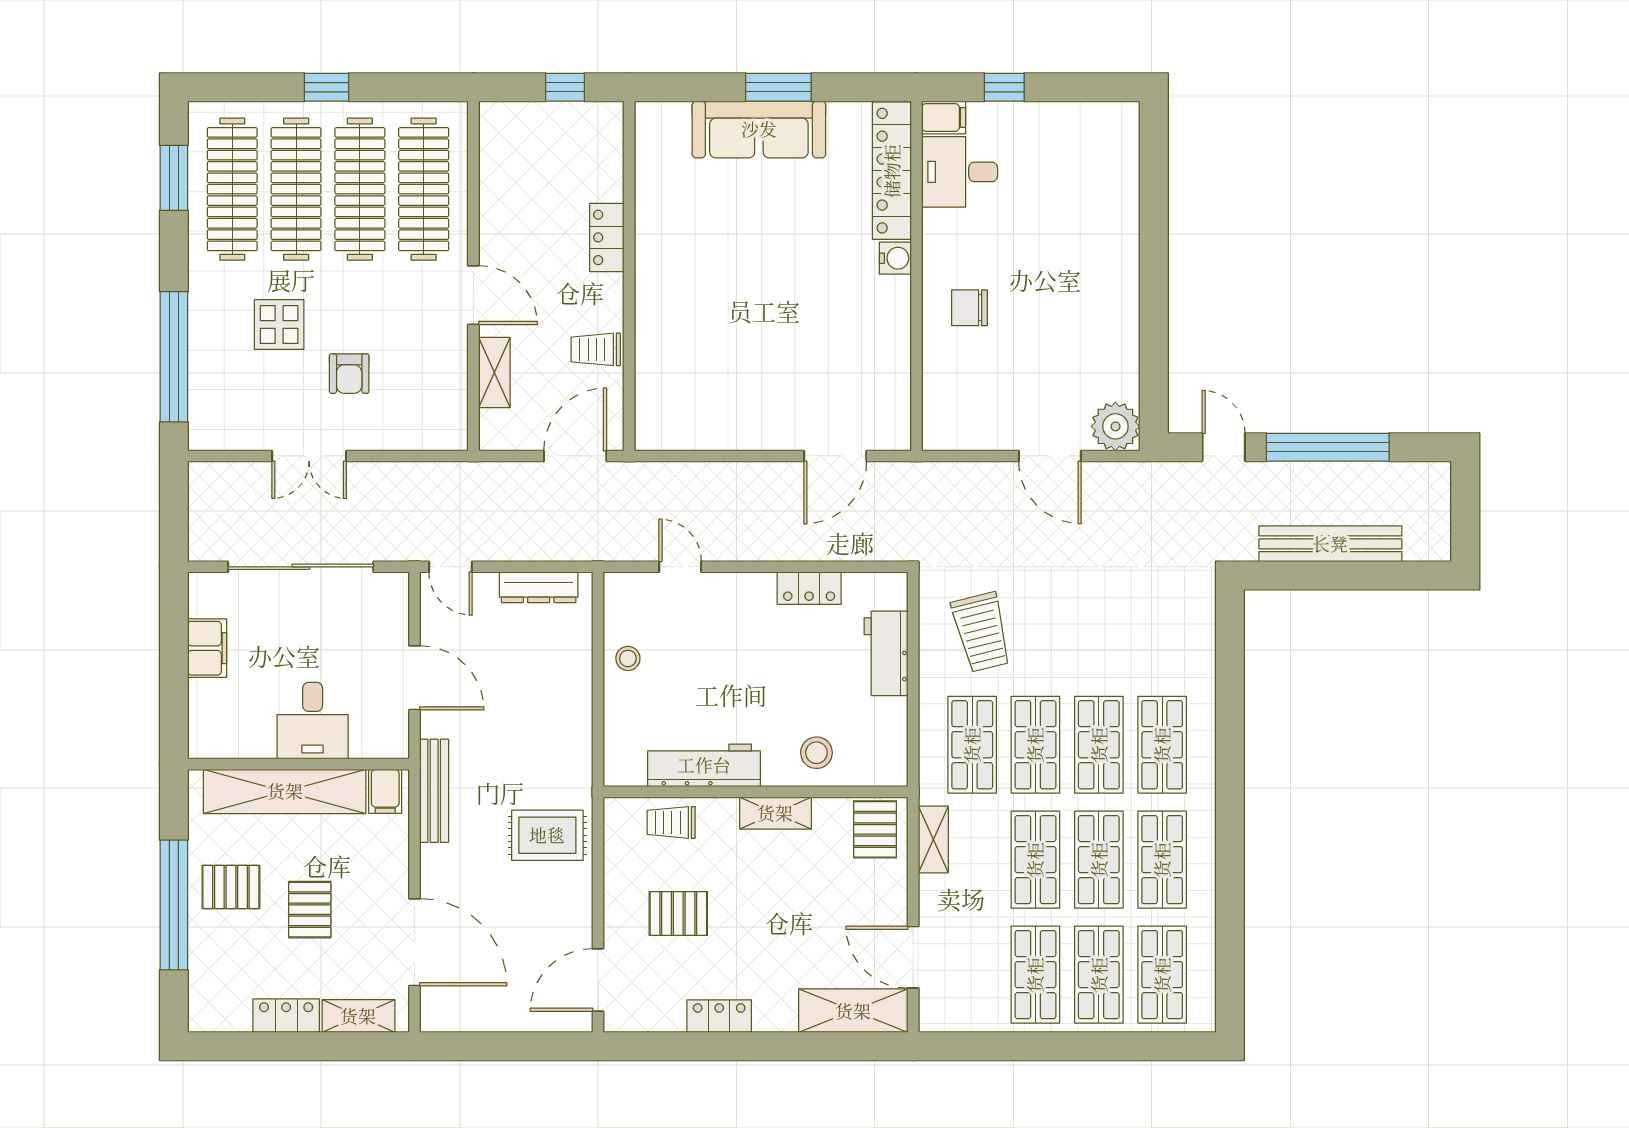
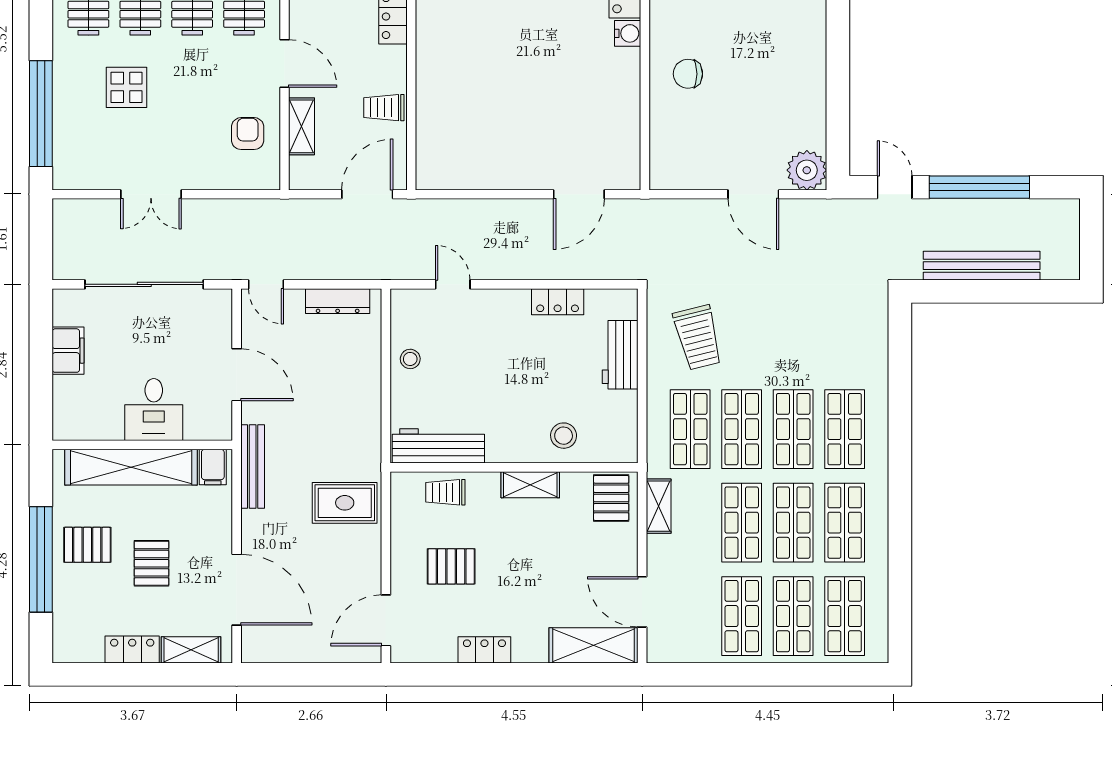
armchair: (349, 374) -> (248, 134), moved, turned 180
workbench: (704, 765) -> (438, 446), moved

